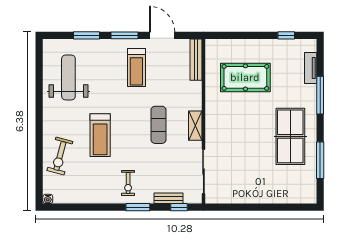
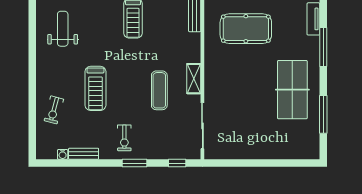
weight bench: (68, 77) -> (63, 29), width x0.73, depth x0.75
exercise mat: (158, 125) -> (159, 90), moved
exercise bike: (60, 156) -> (54, 110), width x0.73, depth x0.72
bench: (168, 198) -> (84, 154), moved
water cooler: (48, 199) -> (63, 154), moved

